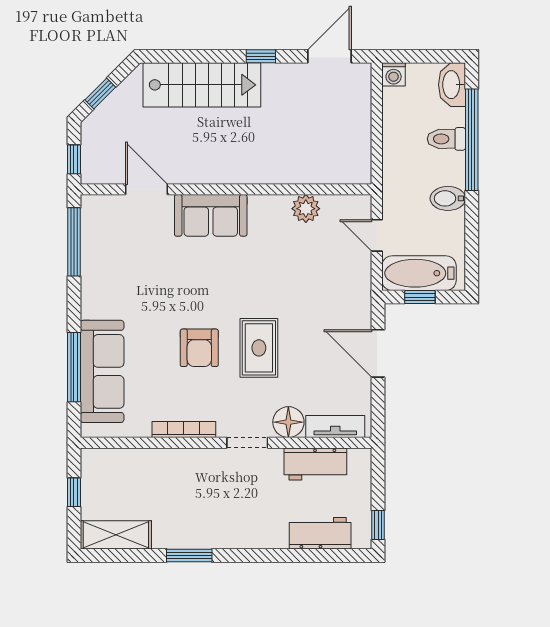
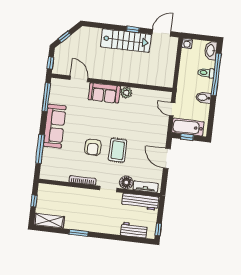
stairs: (202, 85) -> (126, 41), moved
plant: (306, 209) -> (126, 93), moved
sofa: (102, 371) -> (55, 126), moved
workbench: (315, 464) -> (140, 202), width x1.38

